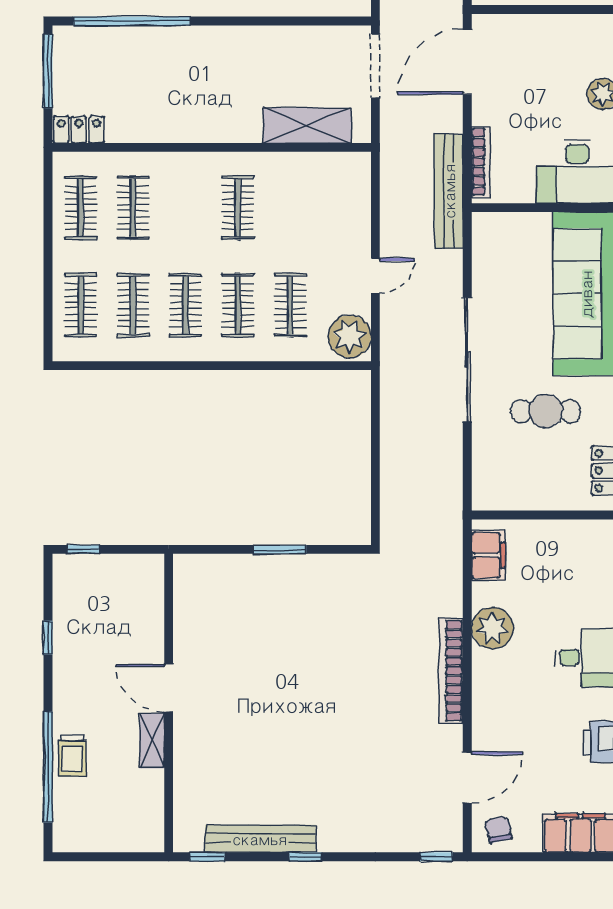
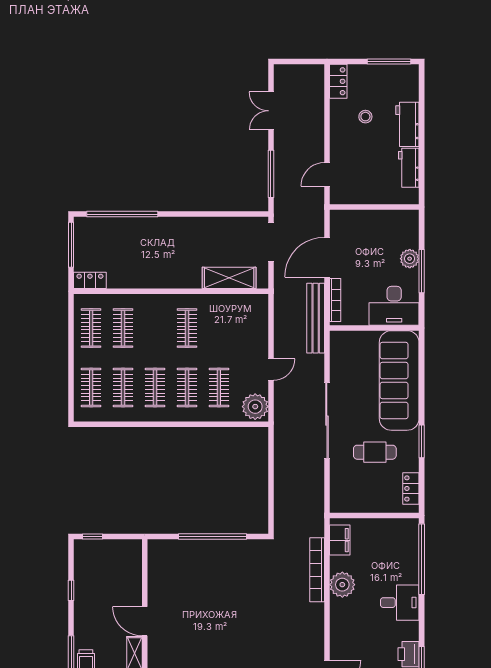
door: (467, 62) -> (327, 257), moved
window: (280, 549) -> (212, 537), width x2.11
bookcase: (451, 671) -> (317, 570), moved

